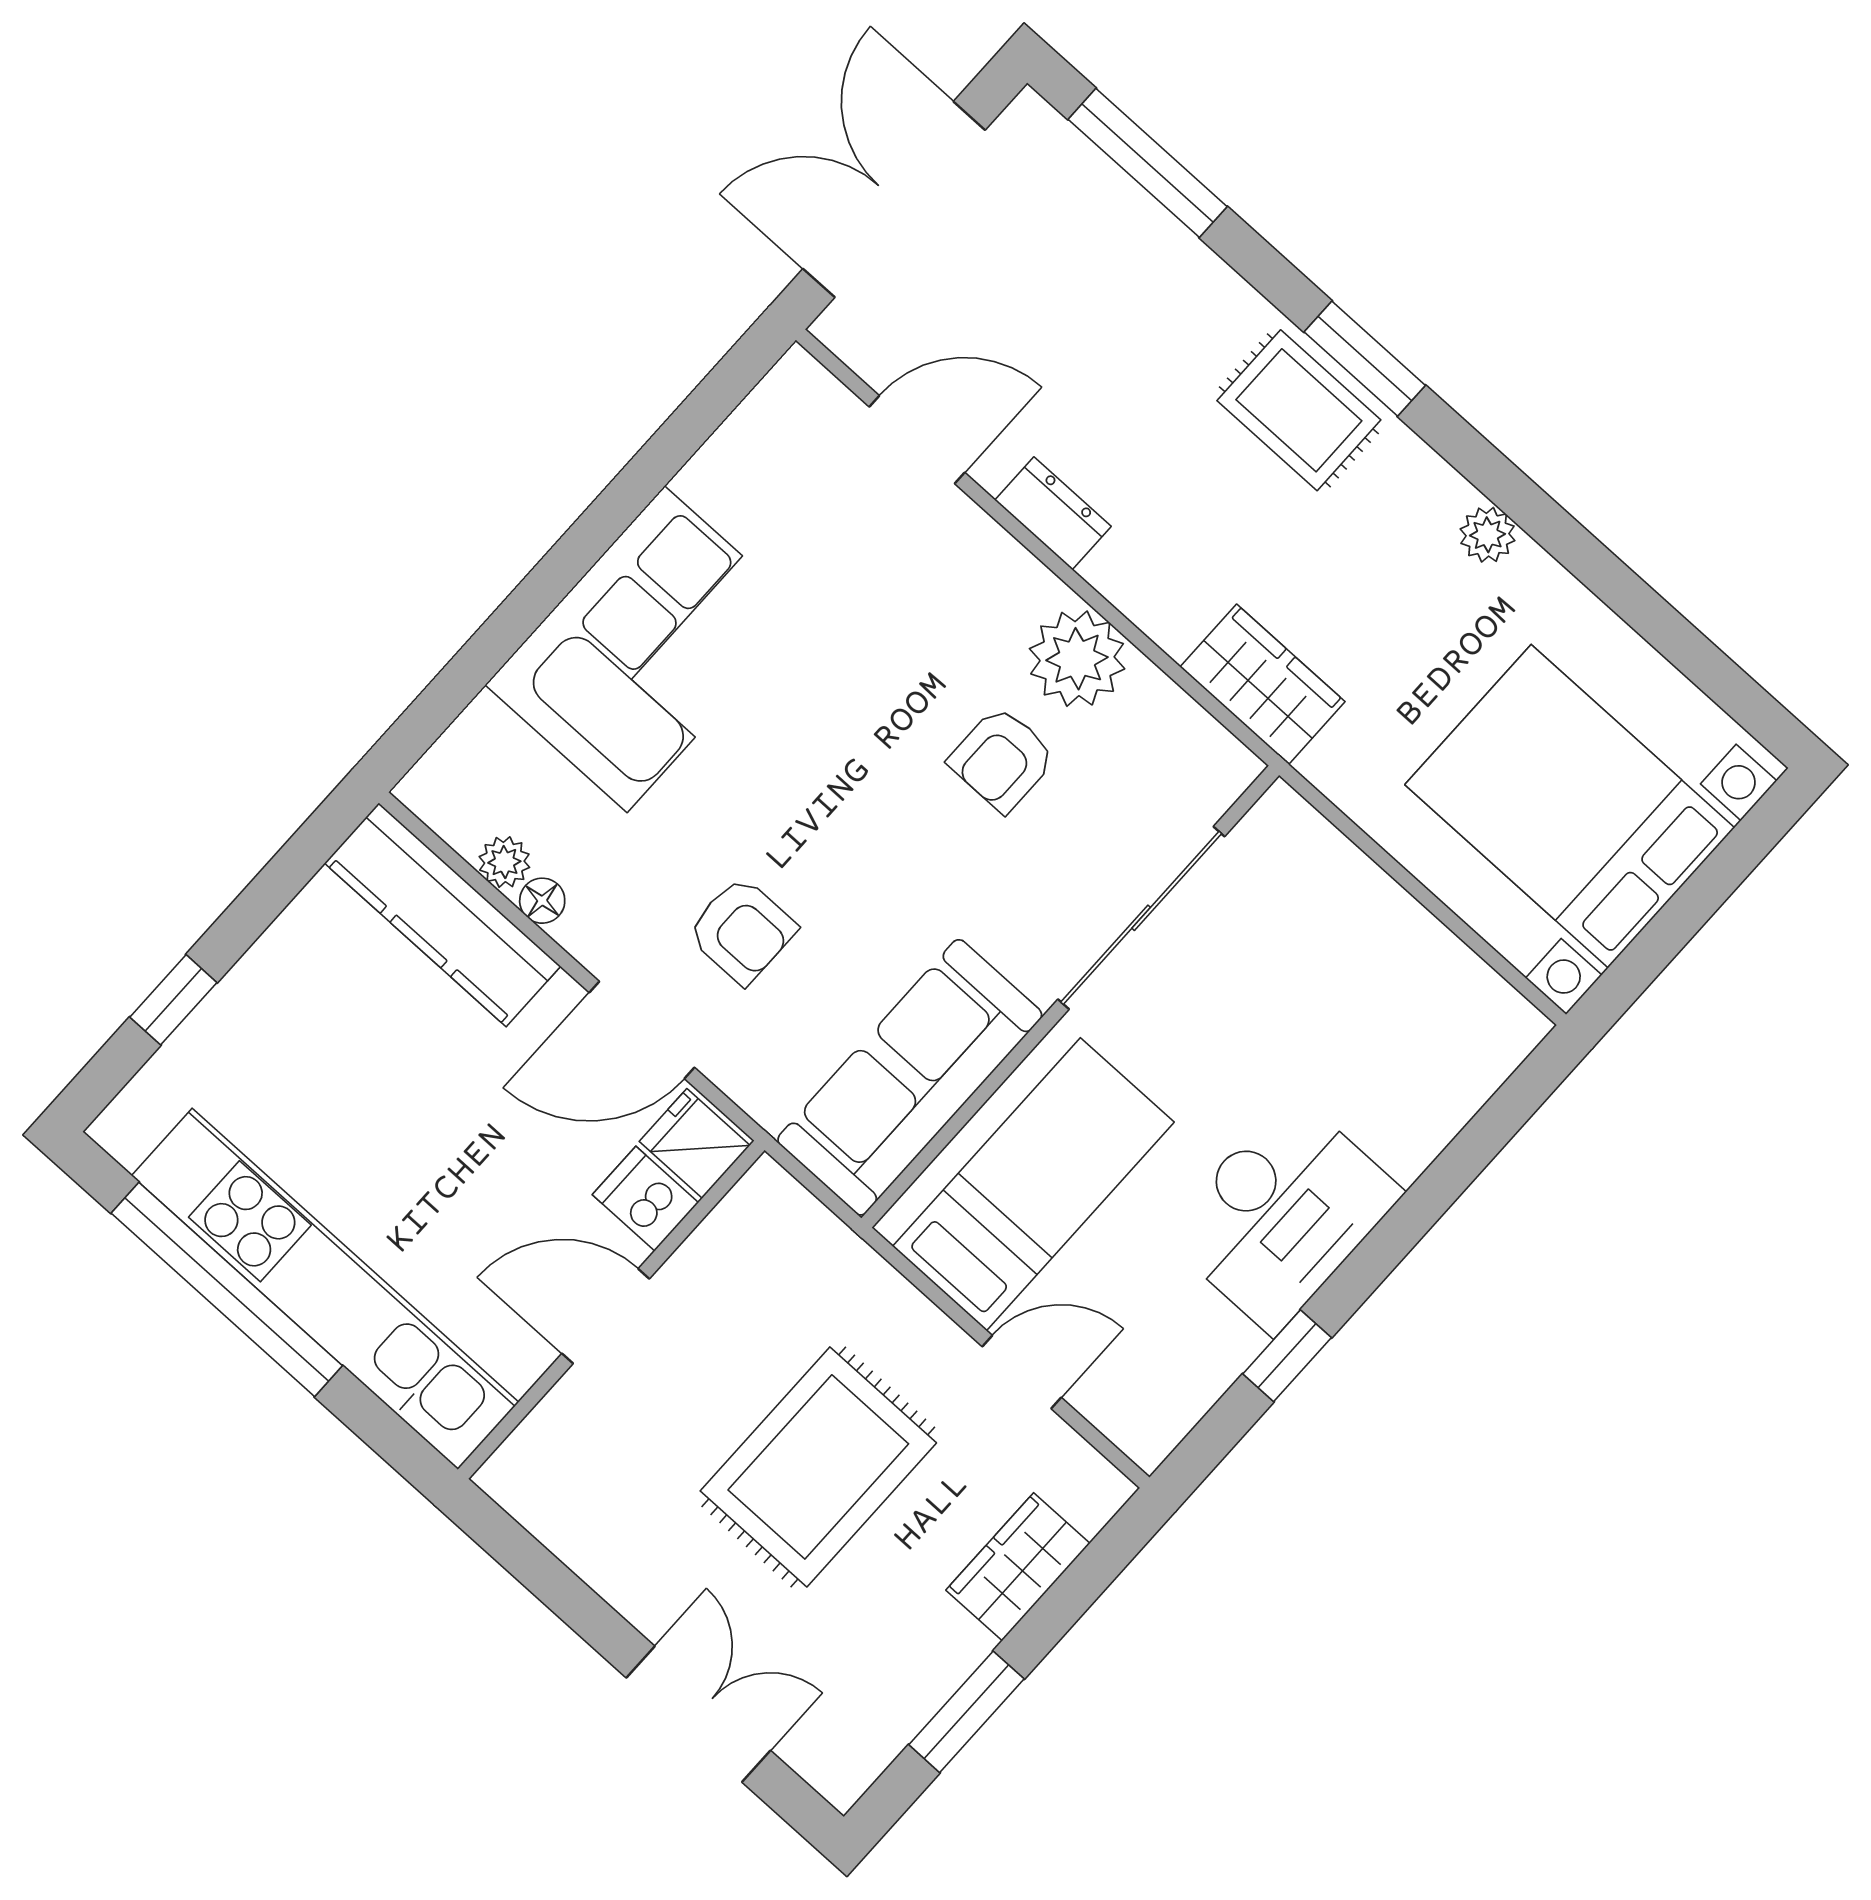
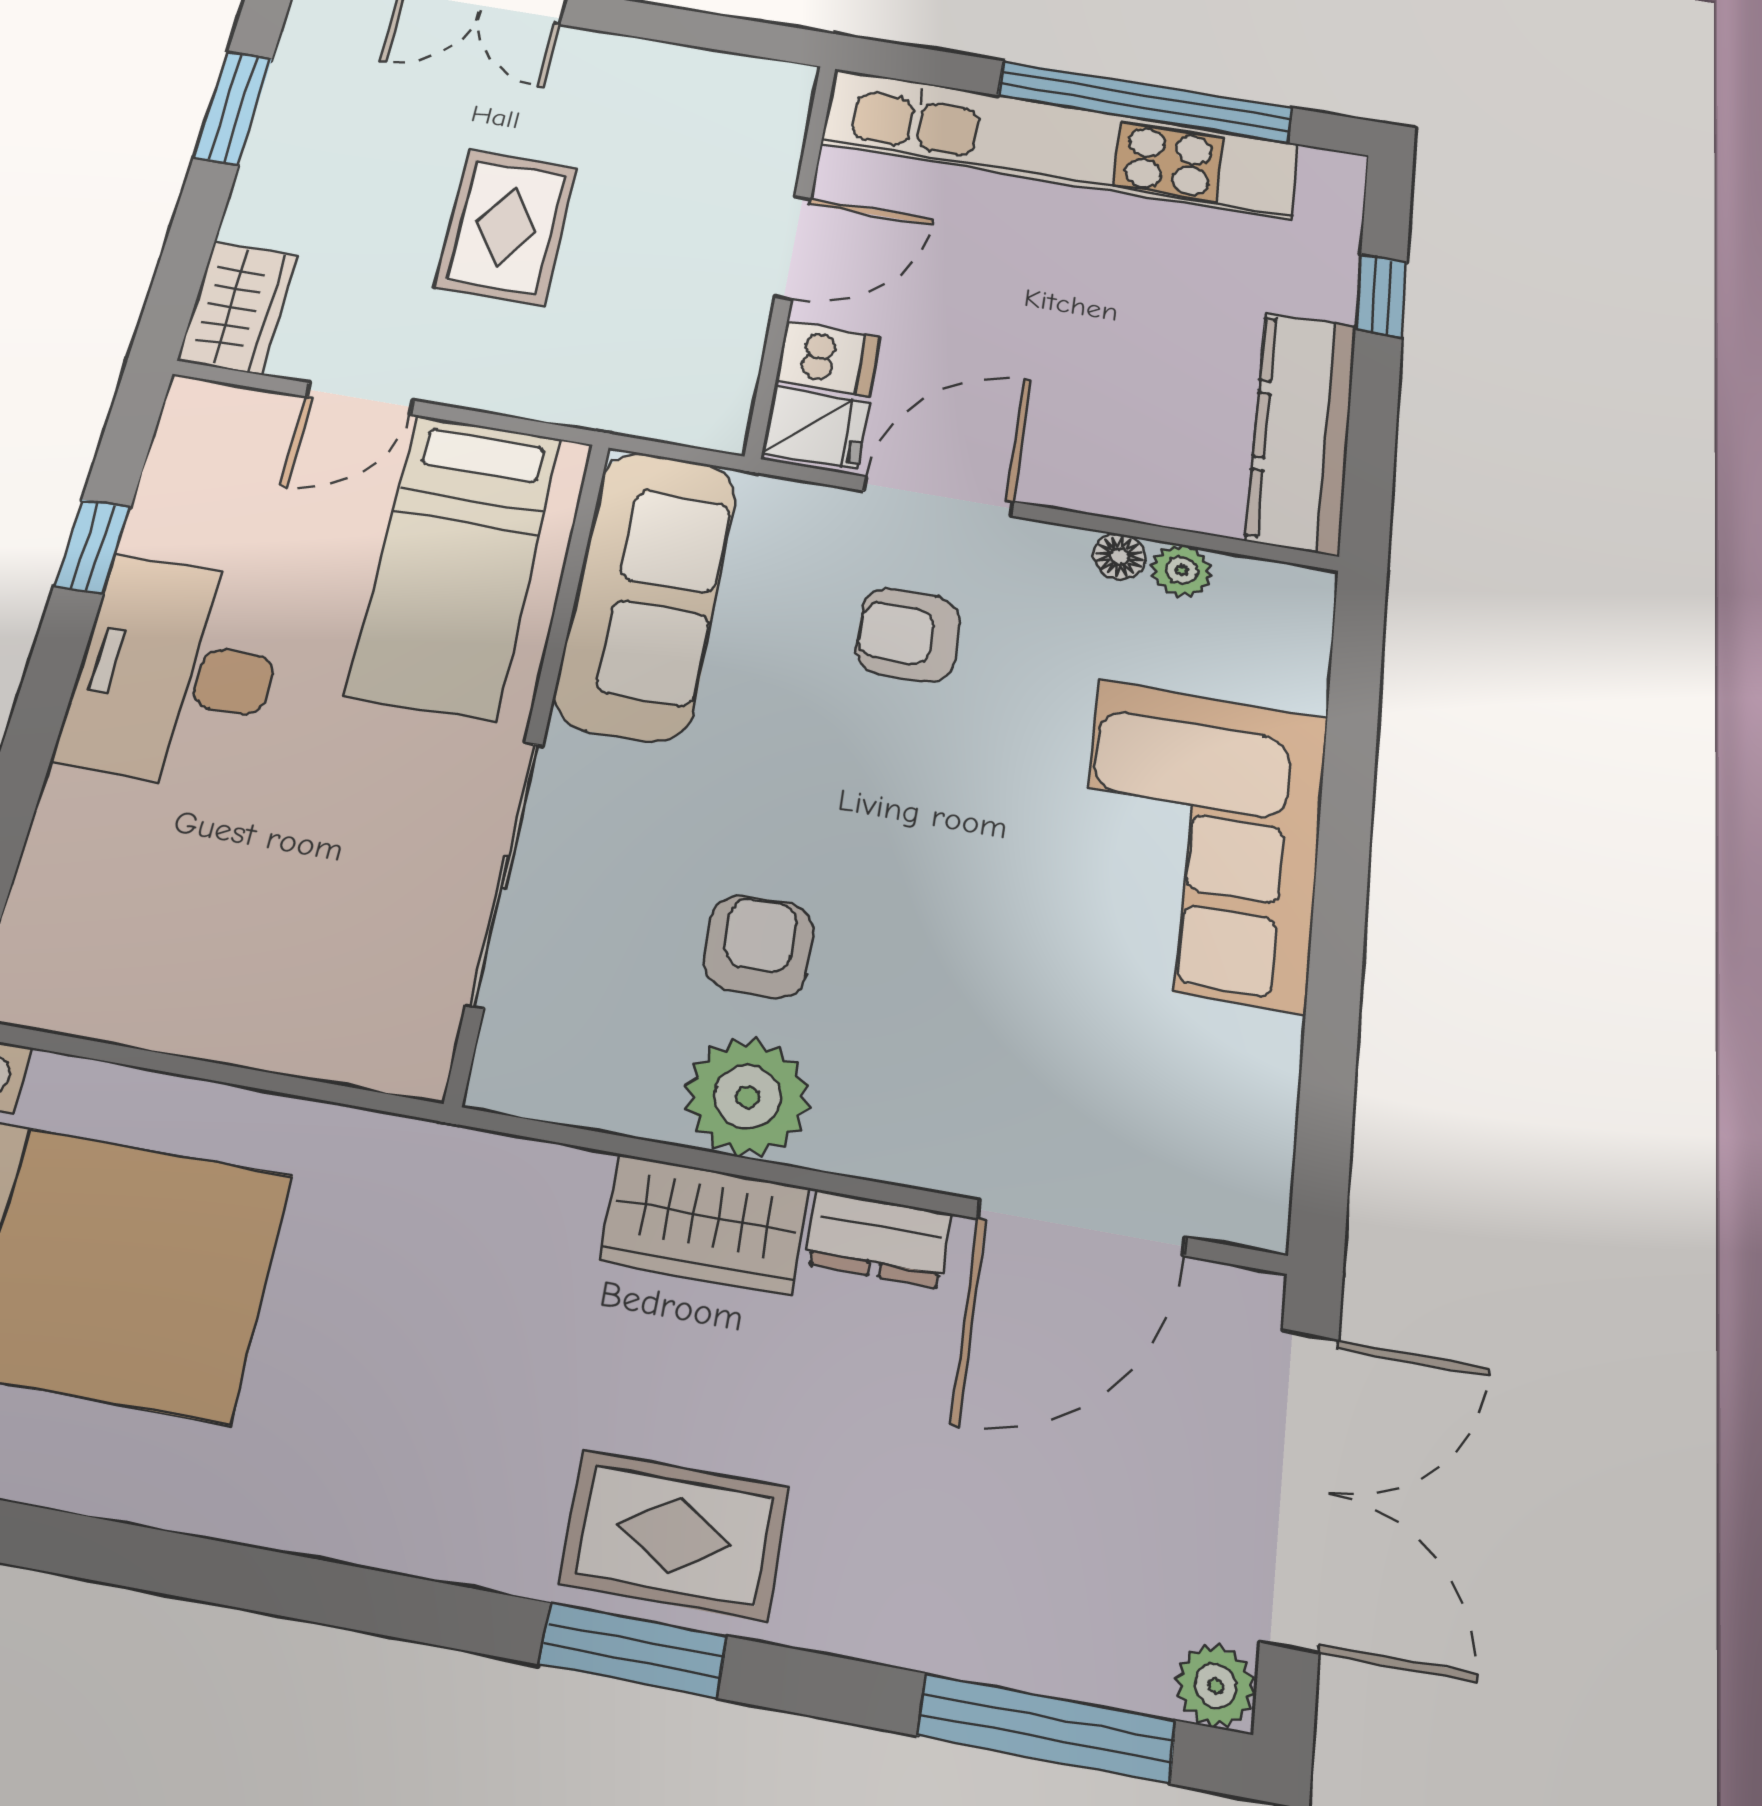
door: (917, 440) -> (1081, 1228), width x1.36
plant: (1488, 535) -> (1216, 1686), moved
wardrobe: (1263, 684) -> (704, 1224), moved
kitchen counter: (443, 915) -> (1302, 432), moved, turned -90
rug: (818, 1467) -> (506, 227), width x0.73, depth x0.70
wardrobe: (1018, 1567) -> (237, 308), moved

